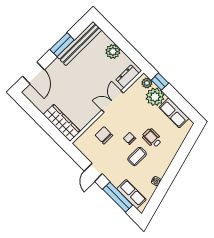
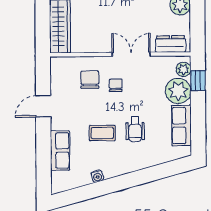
chair: (130, 138) -> (116, 85), moved
wheelchair: (152, 138) -> (135, 129), turned 180
row of seats: (131, 194) -> (60, 151), moved
window: (118, 197) -> (44, 155), removed

